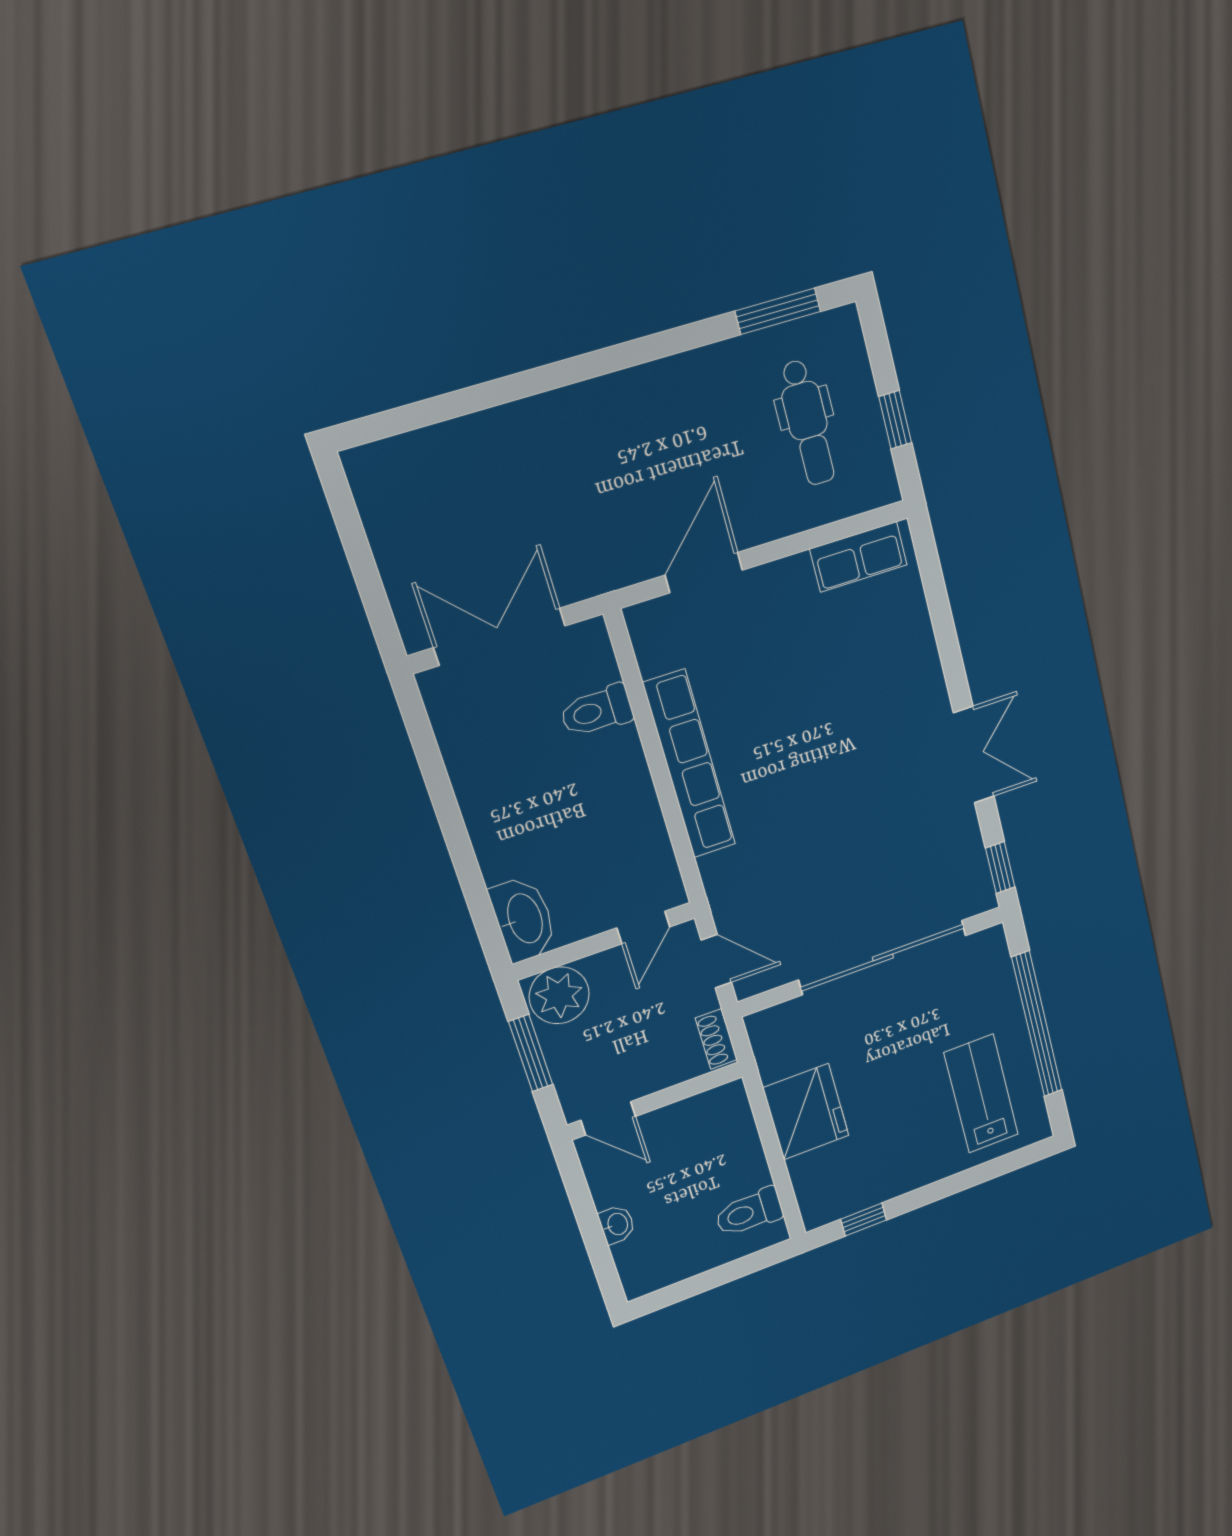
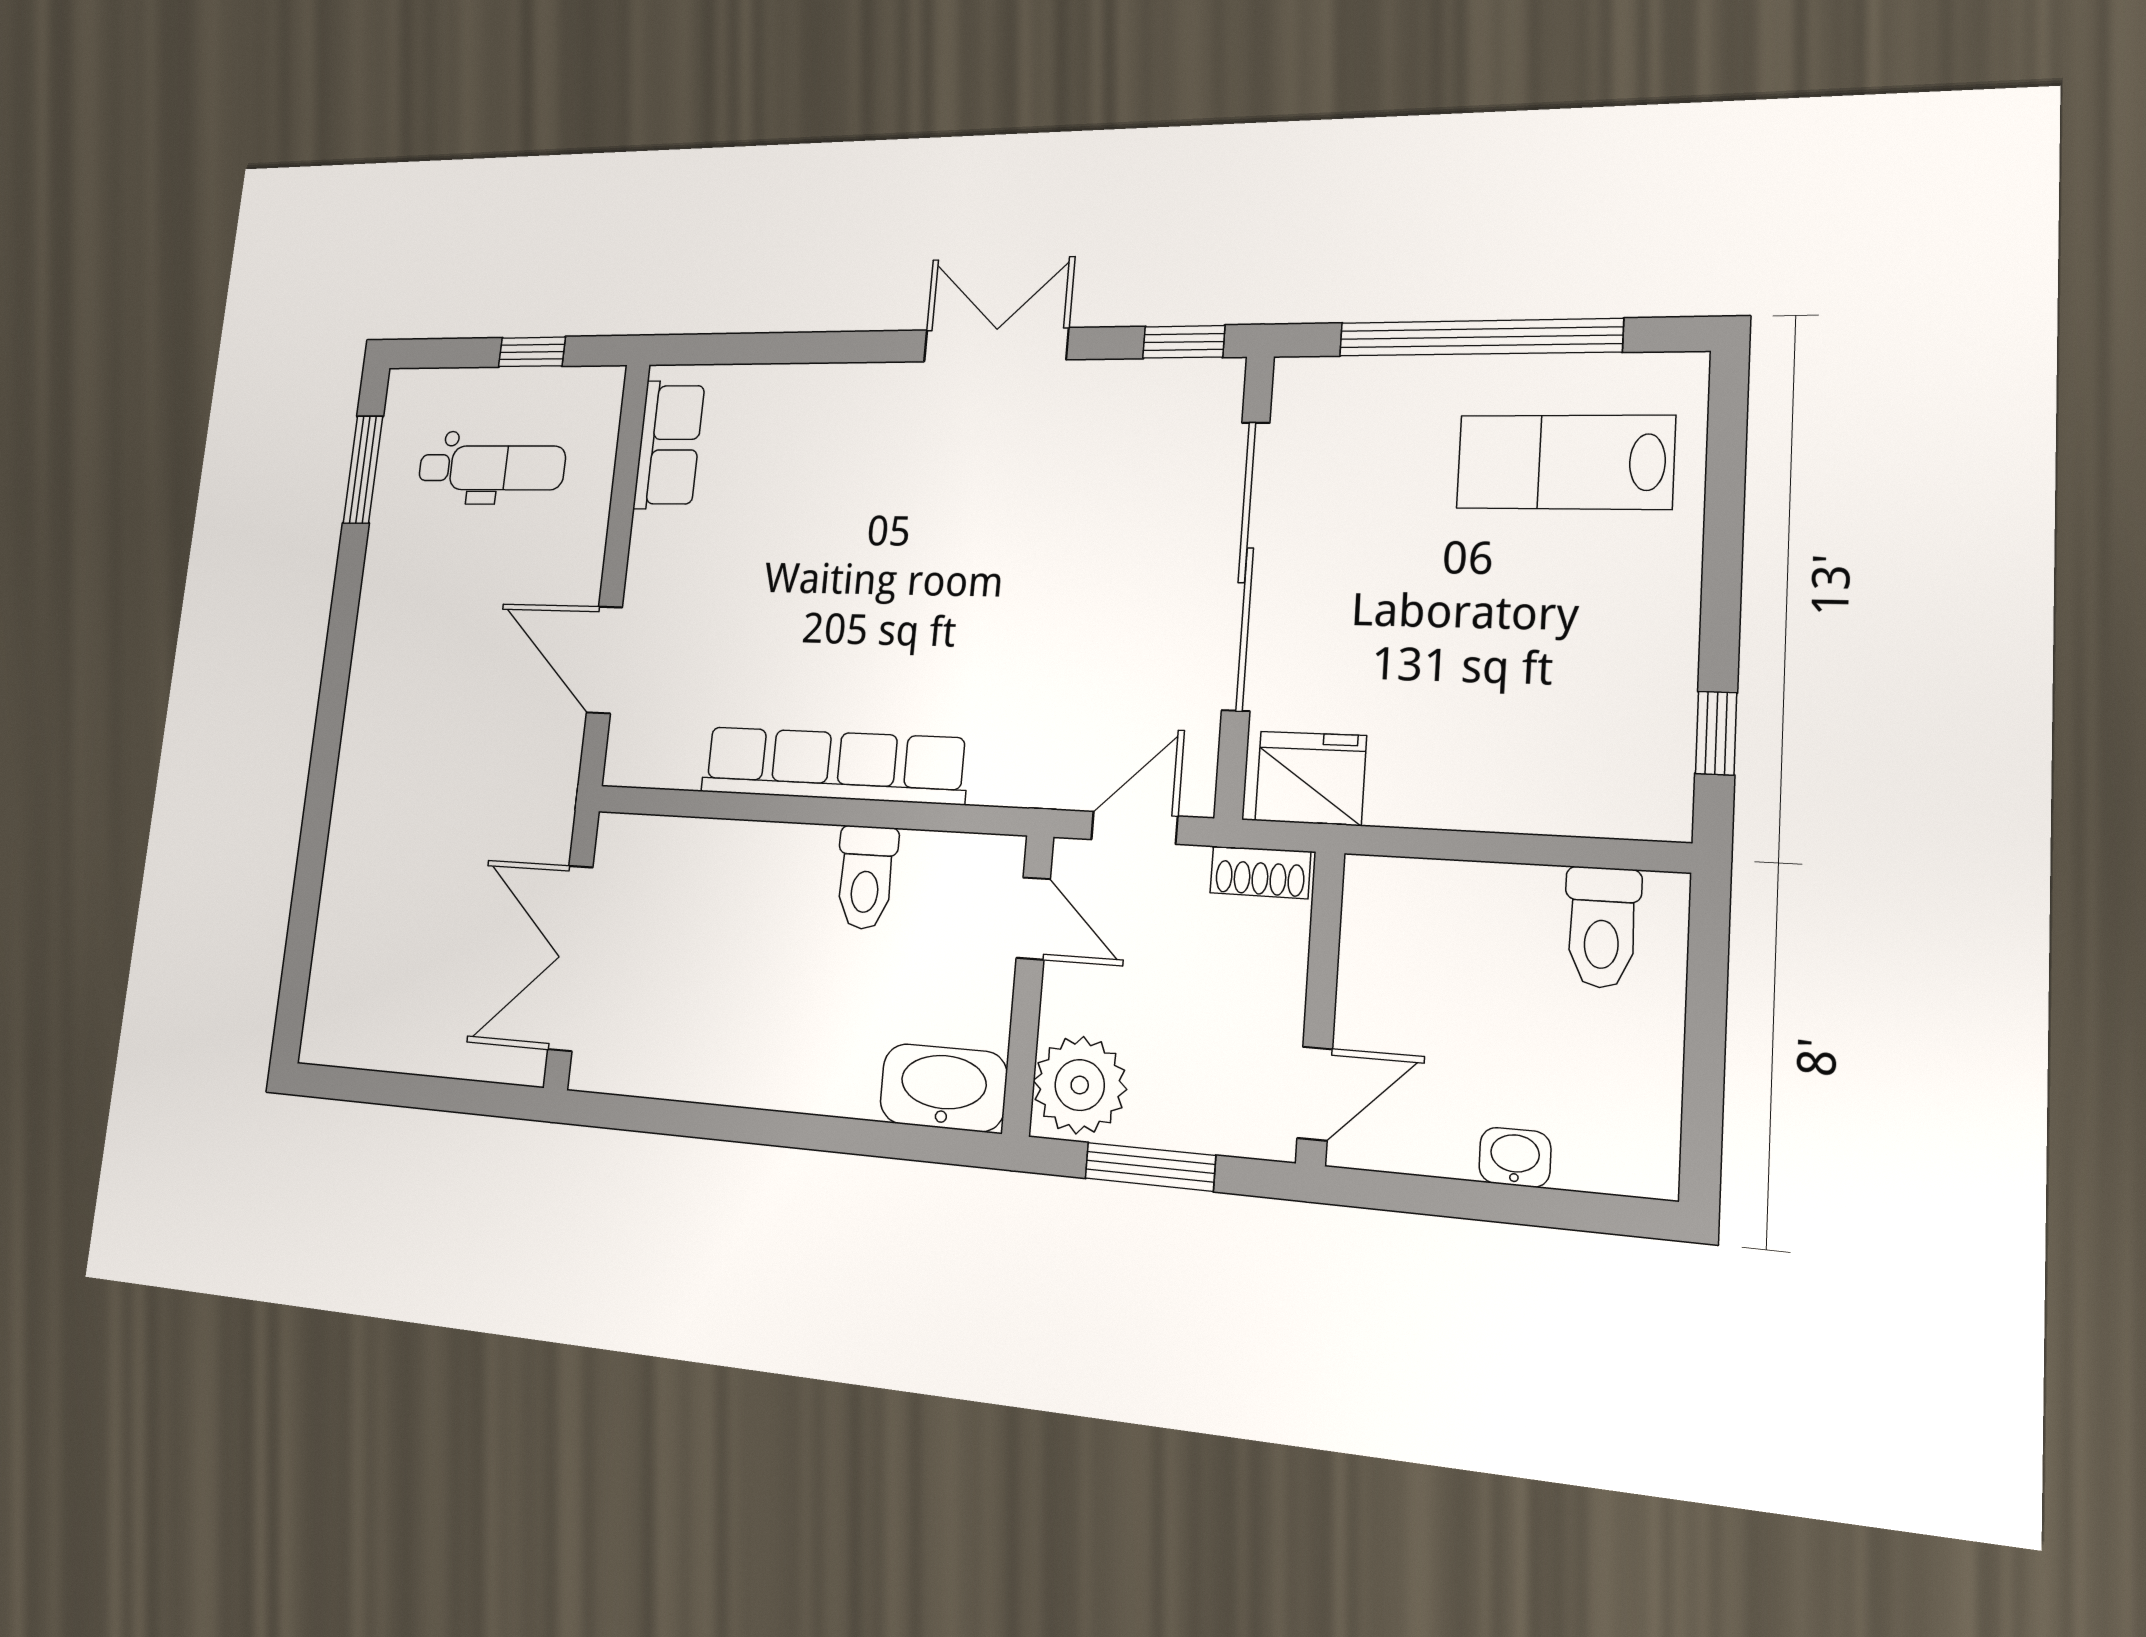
toilet: (597, 711) -> (866, 877), moved
fridge: (806, 1112) -> (1311, 778), moved, width x0.73, depth x0.75

